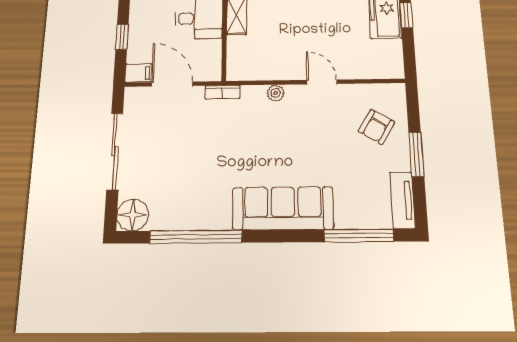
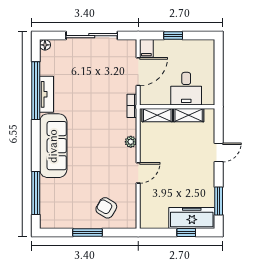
shelving: (236, 57) -> (157, 115), added
tv unit: (402, 200) -> (47, 94), moved, turned 90
floor lamp: (133, 215) -> (45, 45), width x0.53, depth x0.53

